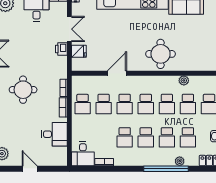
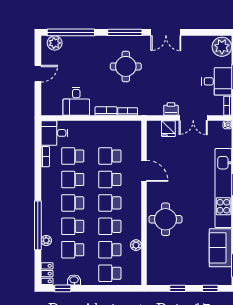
school desk: (83, 104) -> (73, 156), moved

